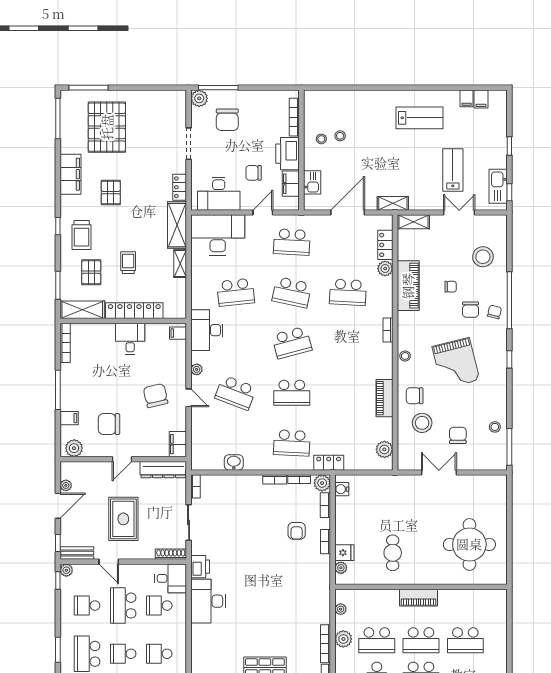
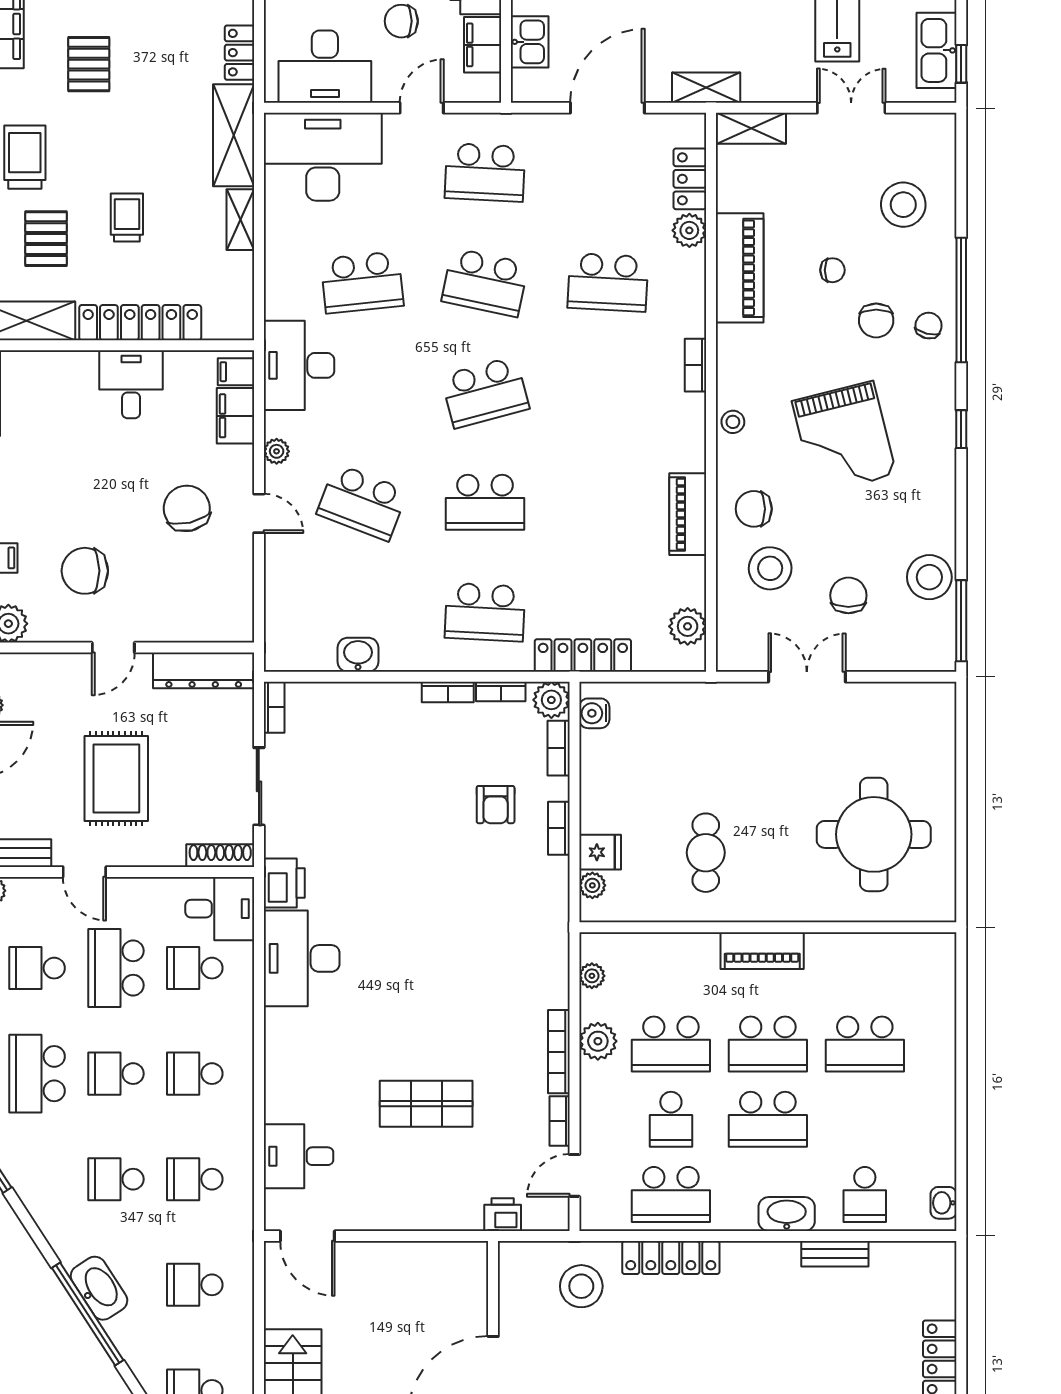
trolley: (82, 235) -> (25, 157), turned 180
stool: (495, 427) -> (929, 577), width x1.89, depth x1.89
filing cabinet: (178, 444) -> (236, 416), moved
locker: (329, 463) -> (583, 656), width x1.53

